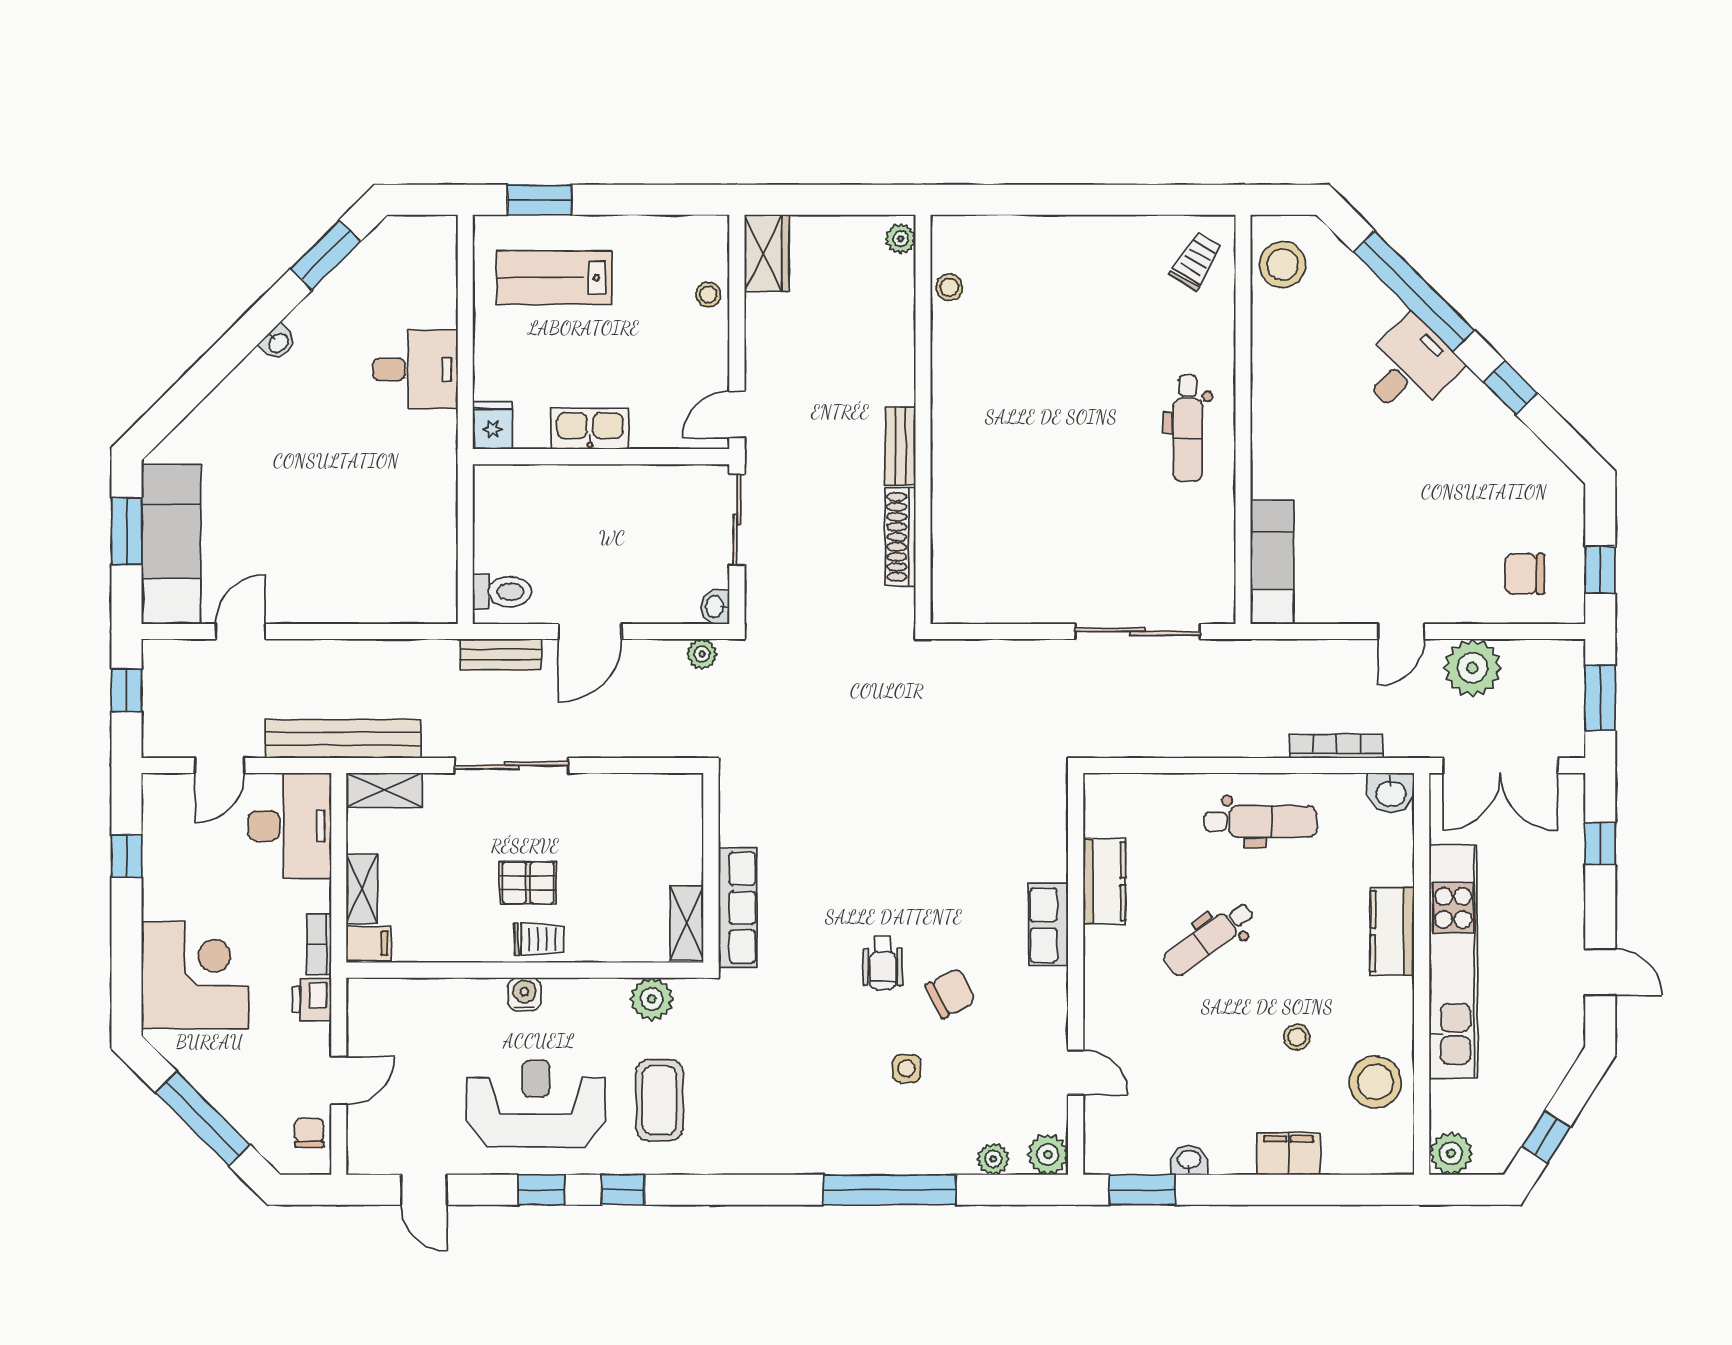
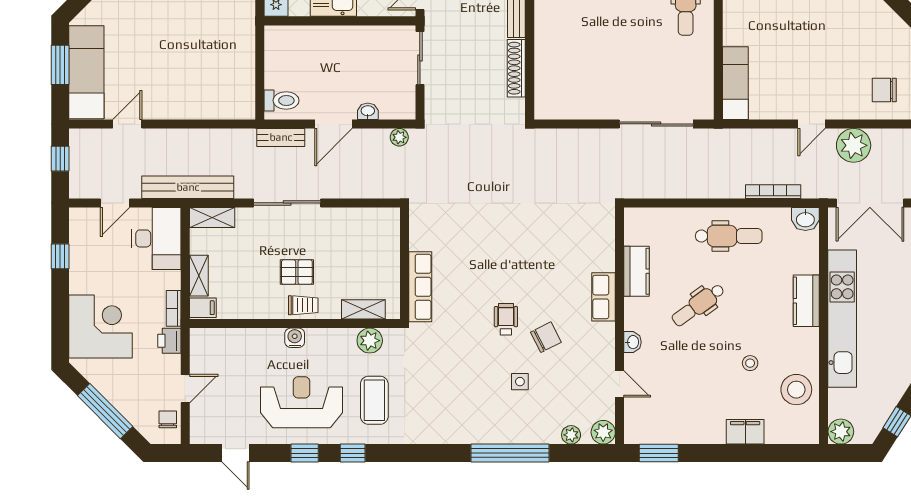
washbasin: (715, 607) -> (368, 111), moved, turned 90
shelving: (687, 923) -> (363, 309), moved, turned 90
wheelchair: (883, 963) -> (506, 319), turned 180
washbasin: (1189, 1160) -> (633, 342), moved, turned 90

